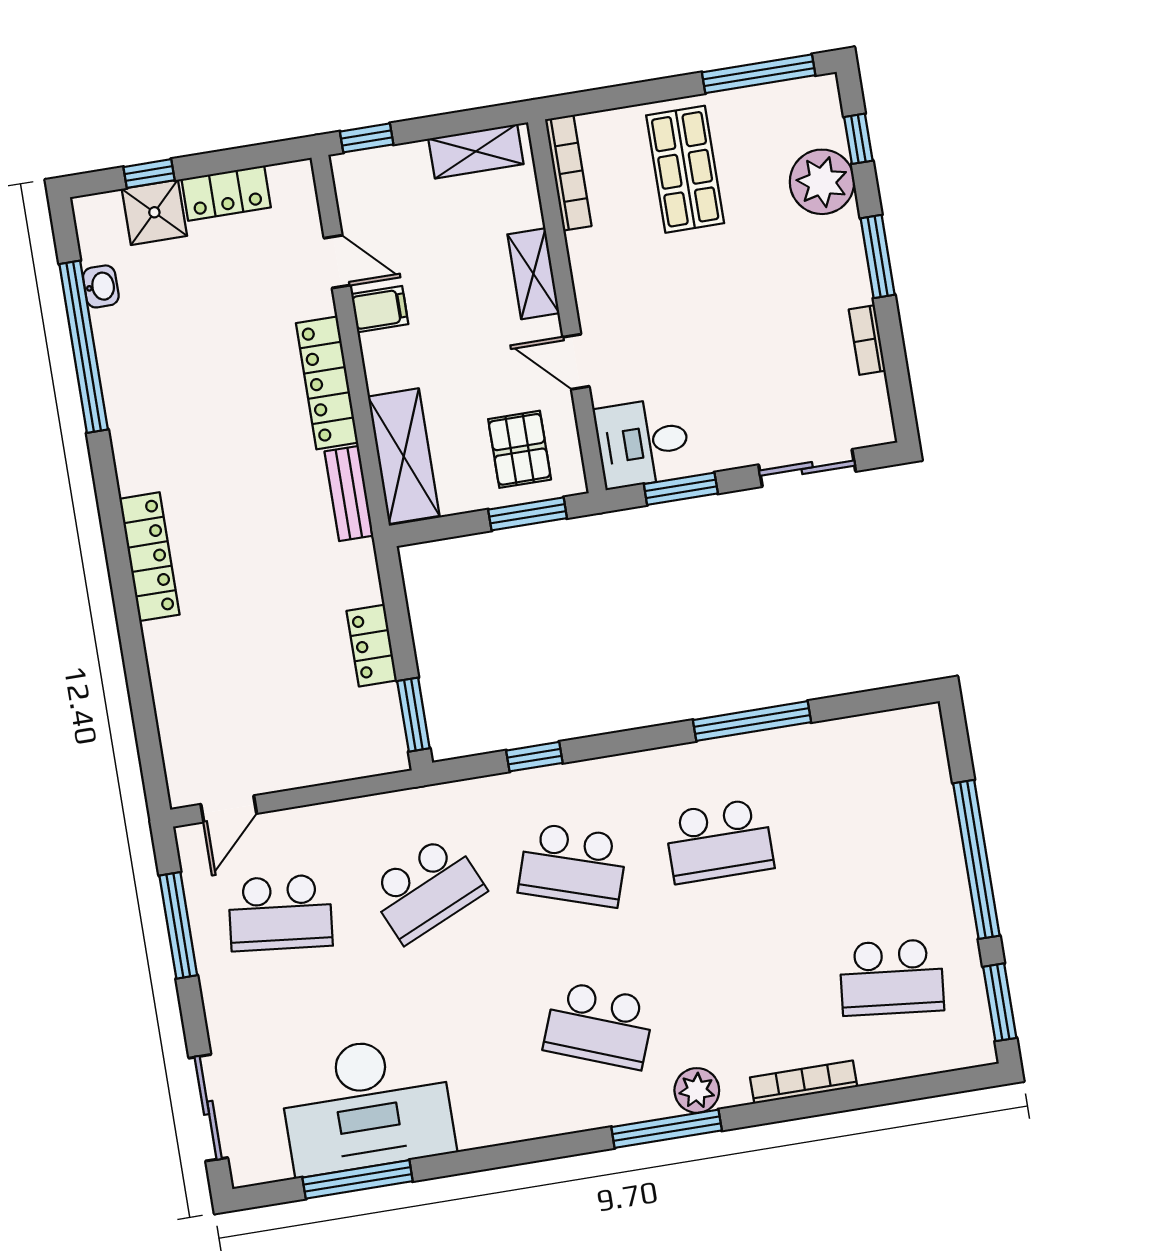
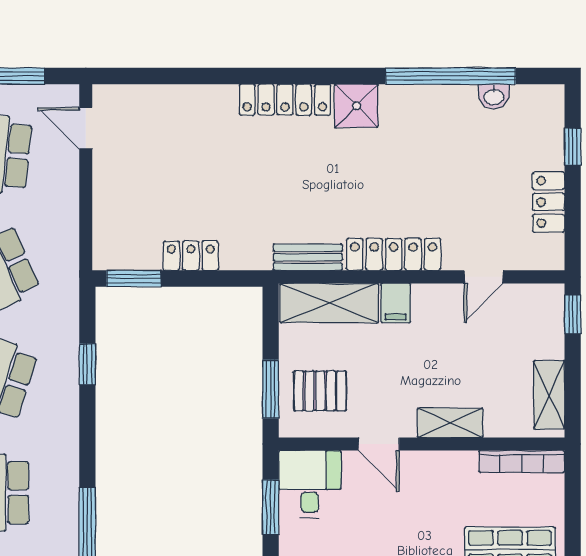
shower: (154, 212) -> (356, 106), moved
filing cabinet: (380, 309) -> (396, 303), moved
door: (576, 362) -> (379, 444), swing flipped

